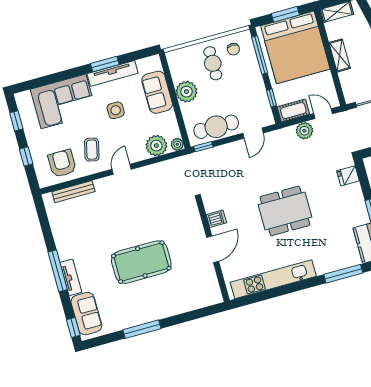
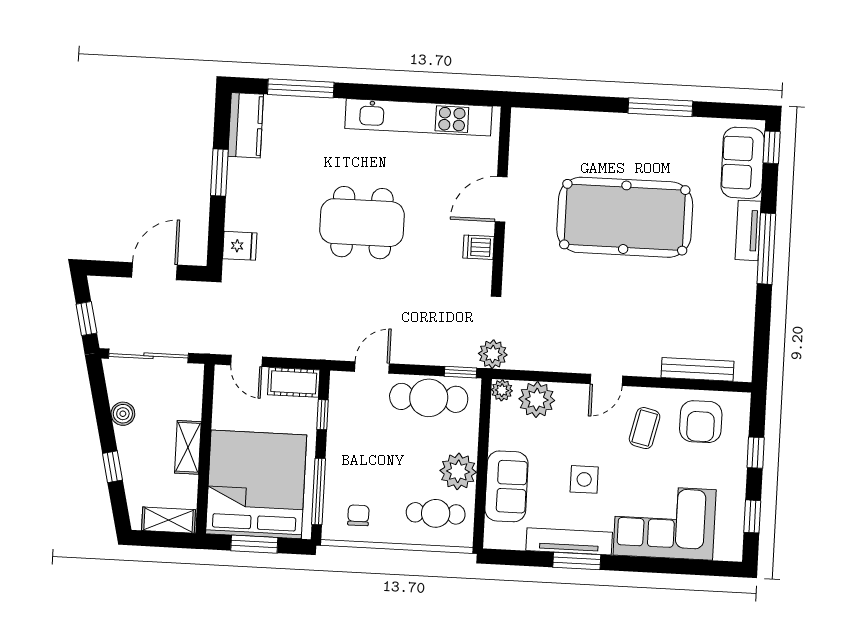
cafe table: (213, 63) -> (436, 513), moved, turned 90
plant: (304, 131) -> (493, 354), moved
pool table: (141, 262) -> (625, 217), width x1.36, depth x1.32

